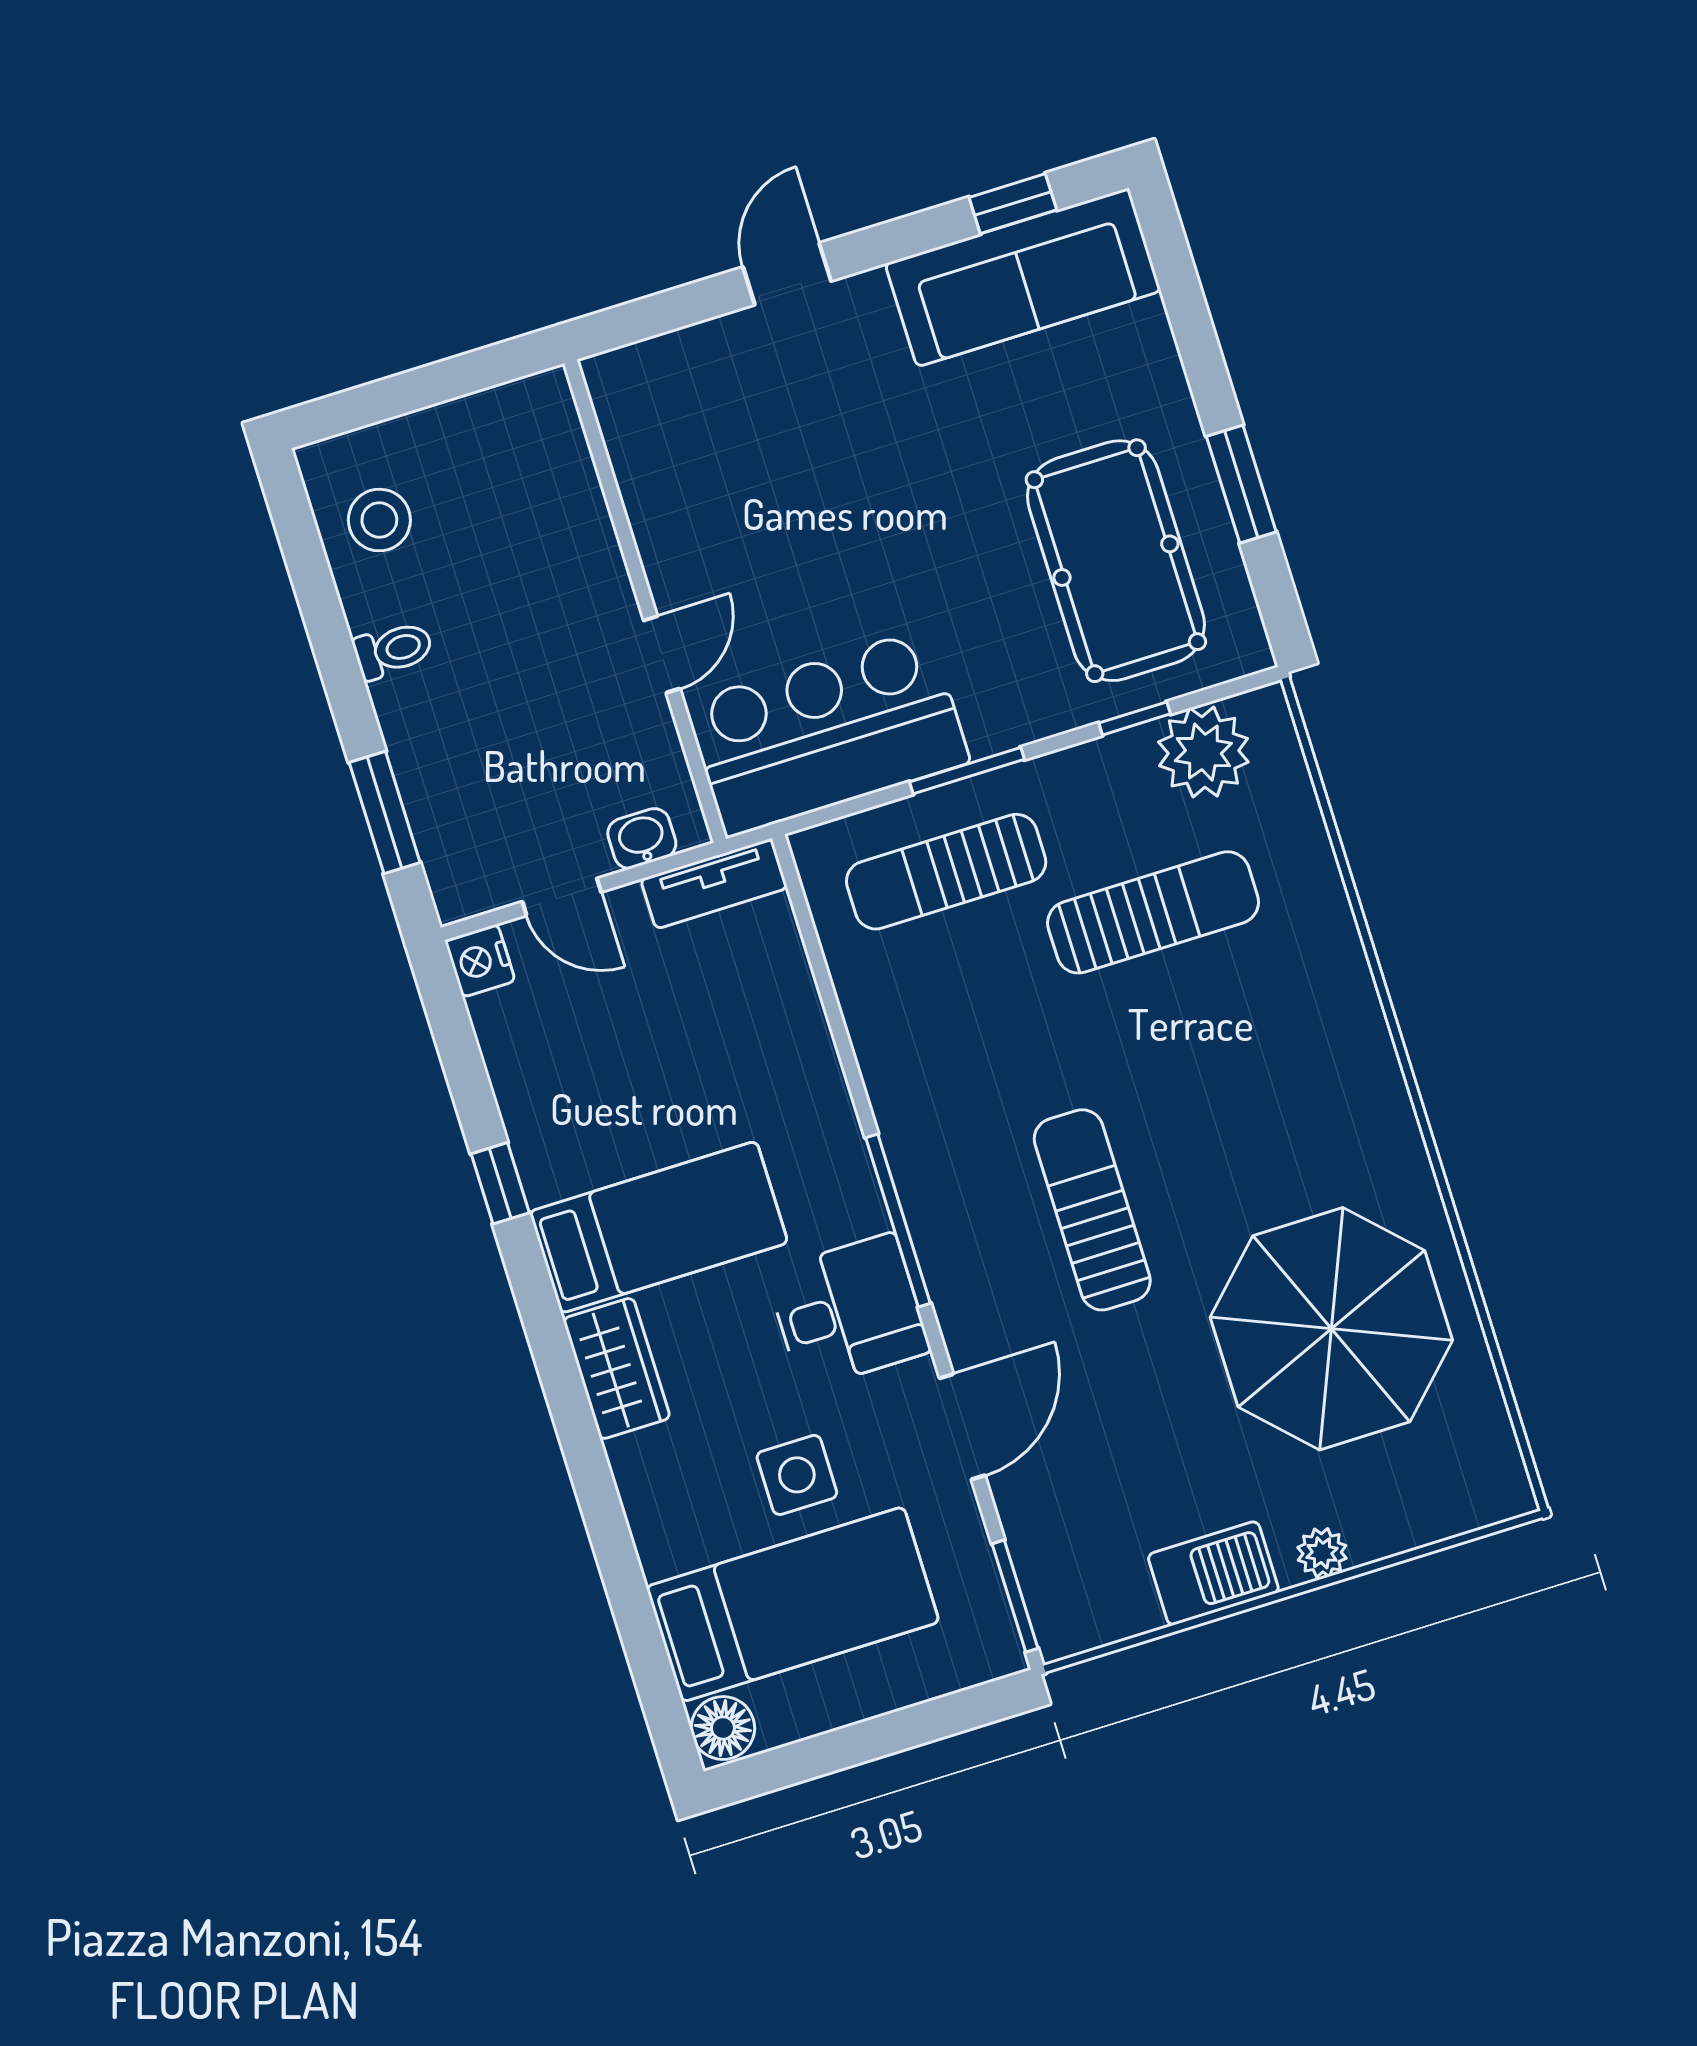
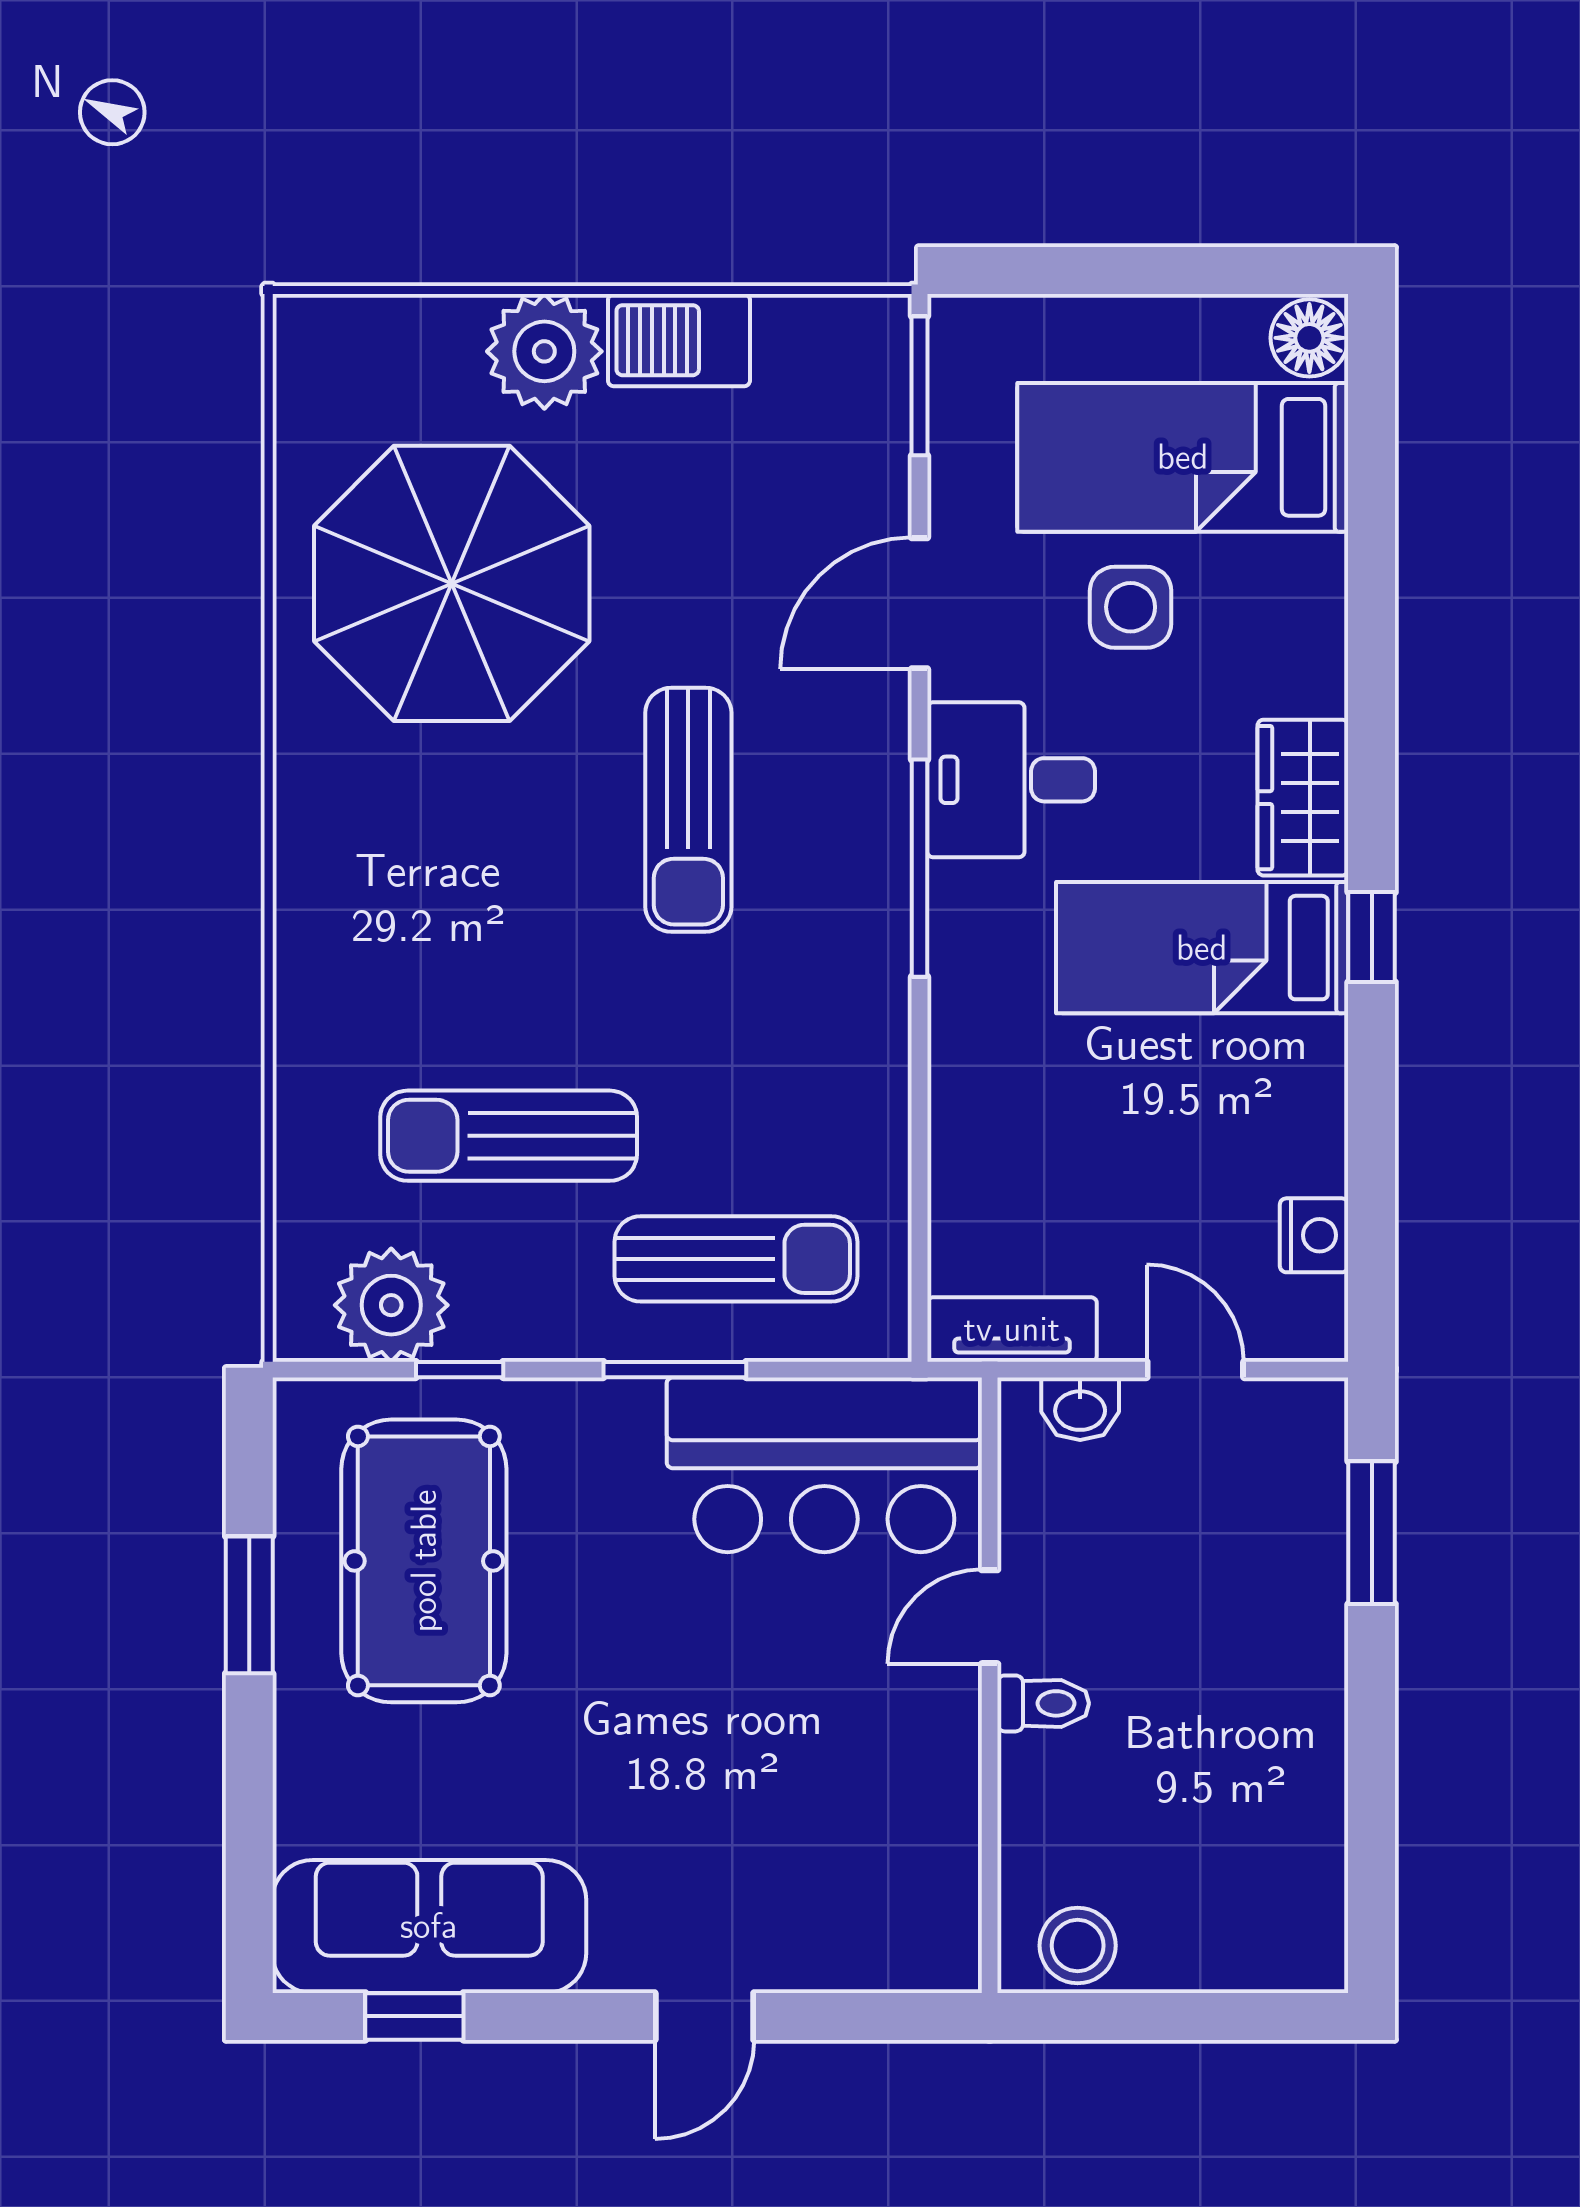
stool: (379, 520) -> (1078, 1946), moved
toilet: (393, 650) -> (1043, 1703), moved, turned 180
nightstand: (480, 961) -> (1314, 1235), moved
window: (500, 1183) -> (1372, 937), moved
plant: (1322, 1553) -> (544, 351), width x1.87, depth x1.87

